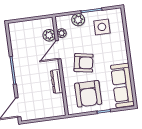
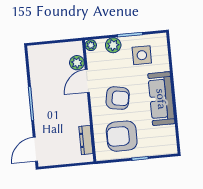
plant: (62, 33) -> (91, 45), moved
dresser: (57, 81) -> (86, 140), moved
sofa: (122, 85) -> (161, 99), moved
armchair: (88, 94) -> (122, 136), turned 90

